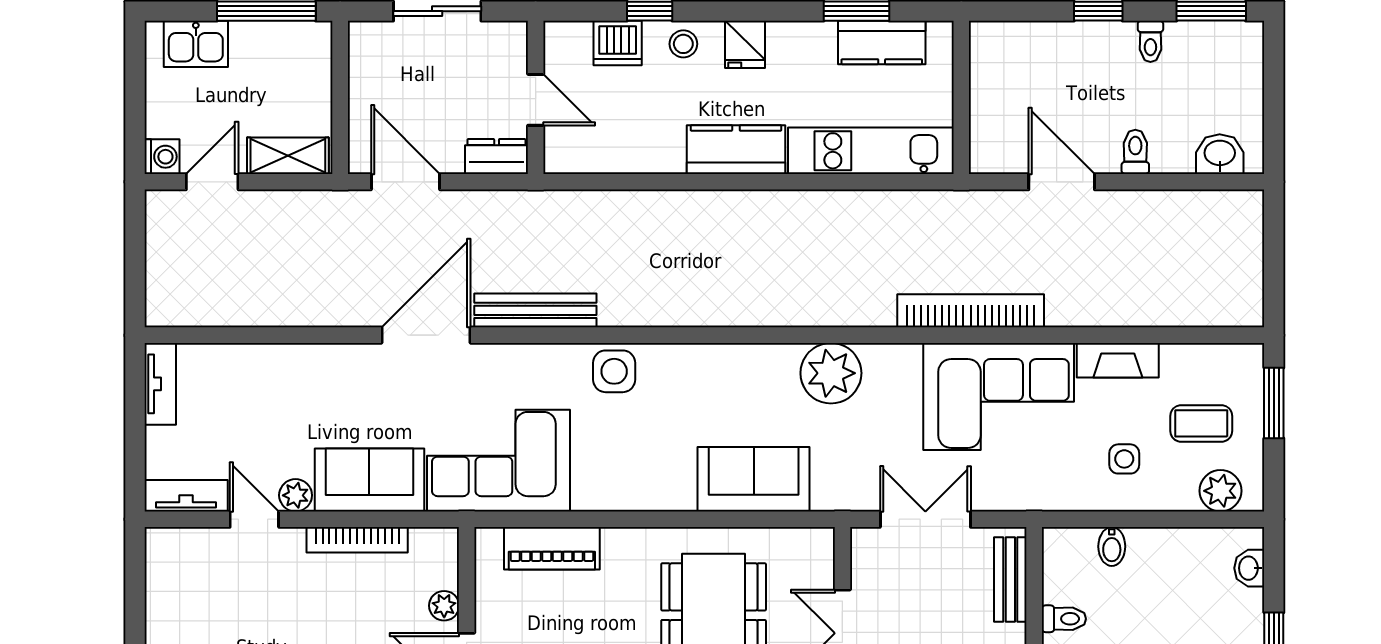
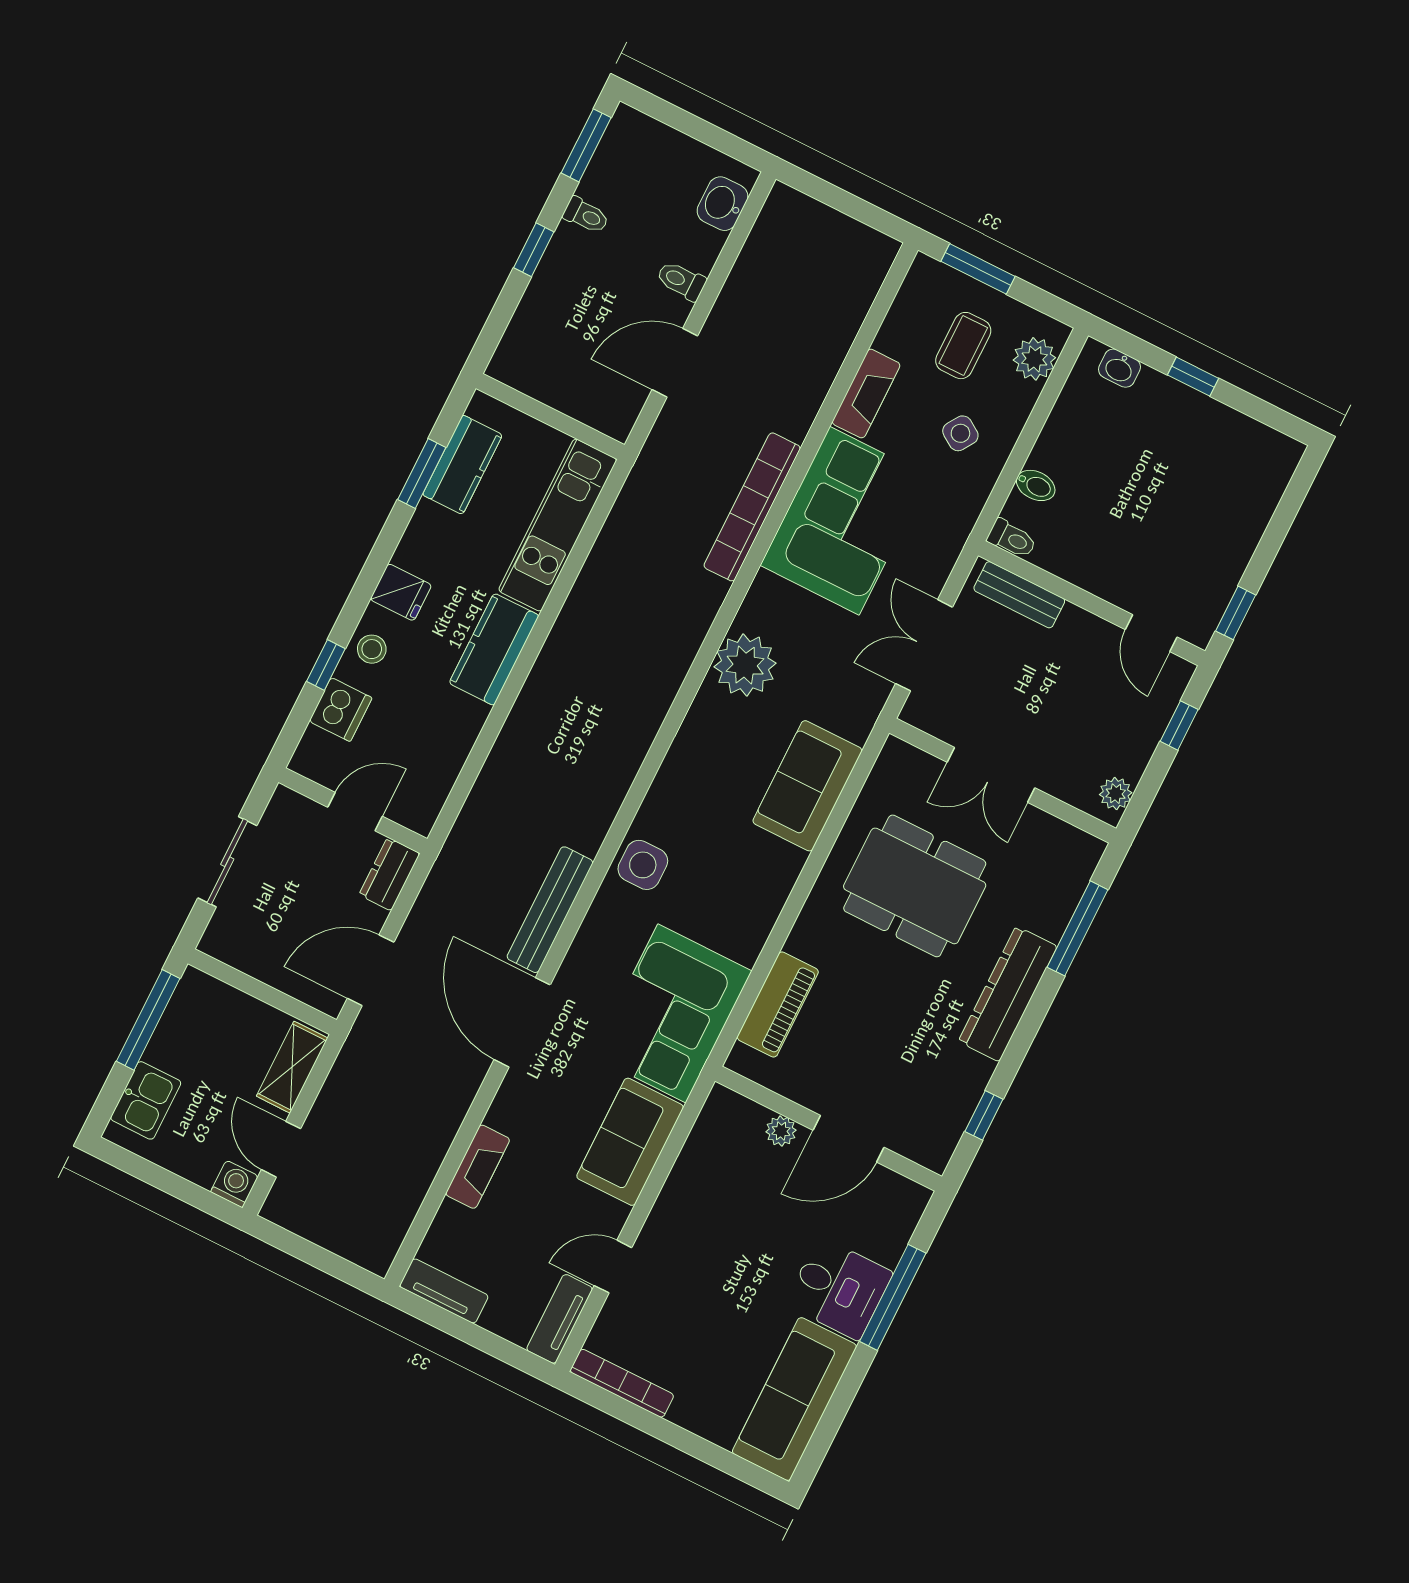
fireplace: (282, 359) -> (478, 1167), added
side table: (1124, 459) -> (960, 433), turned 33
plant: (296, 495) -> (610, 1217), removed
bookcase: (357, 540) -> (622, 1383), moved, turned -90
toilet: (1064, 619) -> (1012, 539), moved, turned 90

